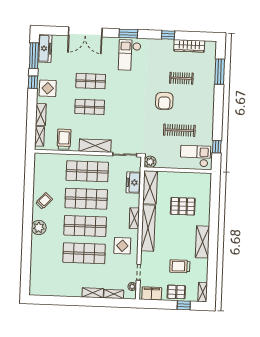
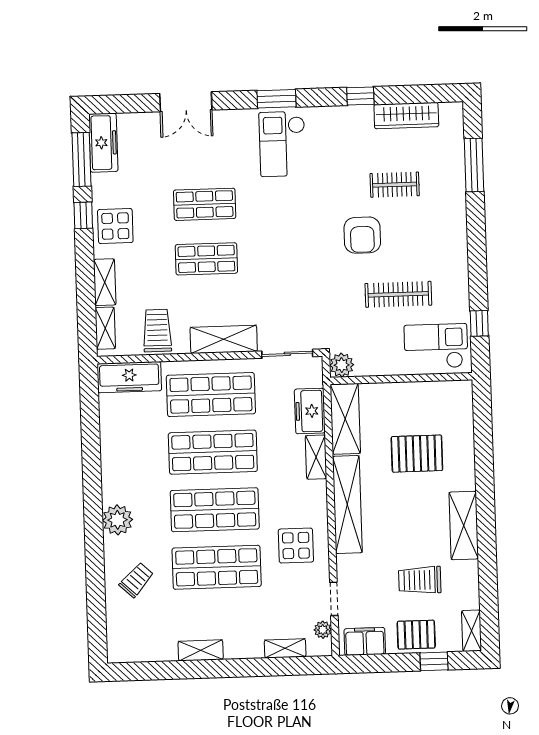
double door: (85, 32) -> (186, 102), width x0.73
freezer: (49, 160) -> (129, 377), added
trolley: (44, 201) -> (136, 580), moved
shelving: (134, 218) -> (316, 457), moved
shelving: (93, 293) -> (201, 650), moved

